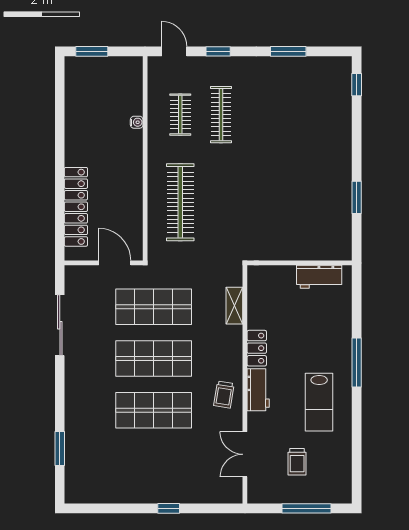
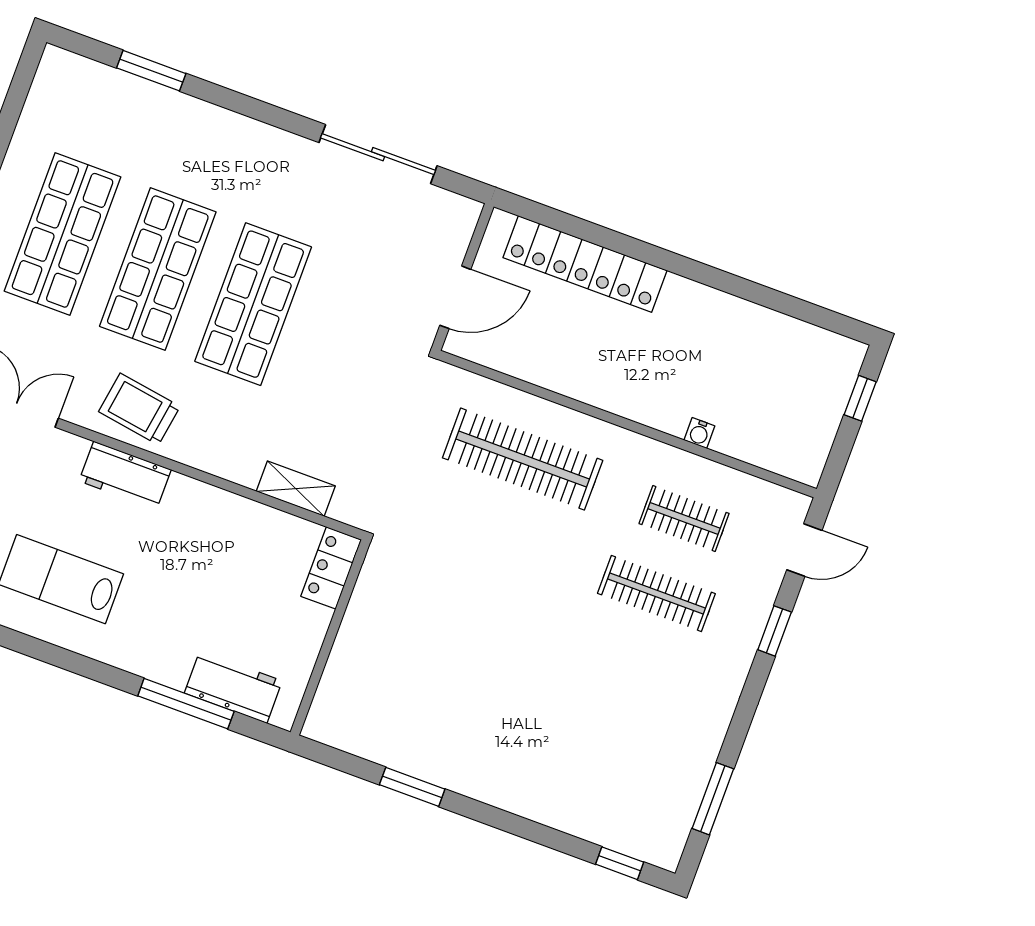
window: (92, 51) -> (860, 398), width x0.67
window: (288, 51) -> (713, 799), moved
workbench: (319, 277) -> (233, 687), moved, turned 90
shop shelf: (154, 307) -> (63, 234), moved
locker: (257, 348) -> (331, 568), moved, turned 90
window: (357, 362) -> (186, 704), moved
trolley: (224, 395) -> (139, 409), width x1.36, depth x1.39

